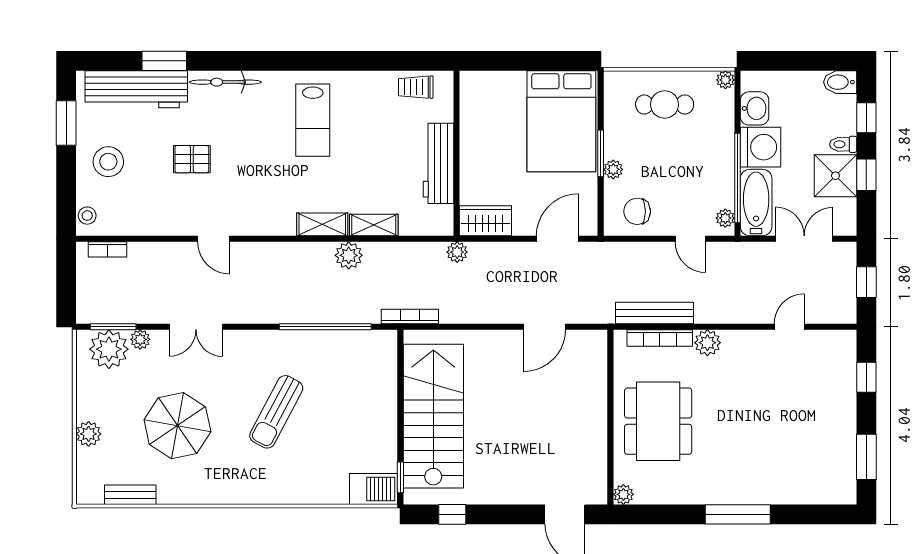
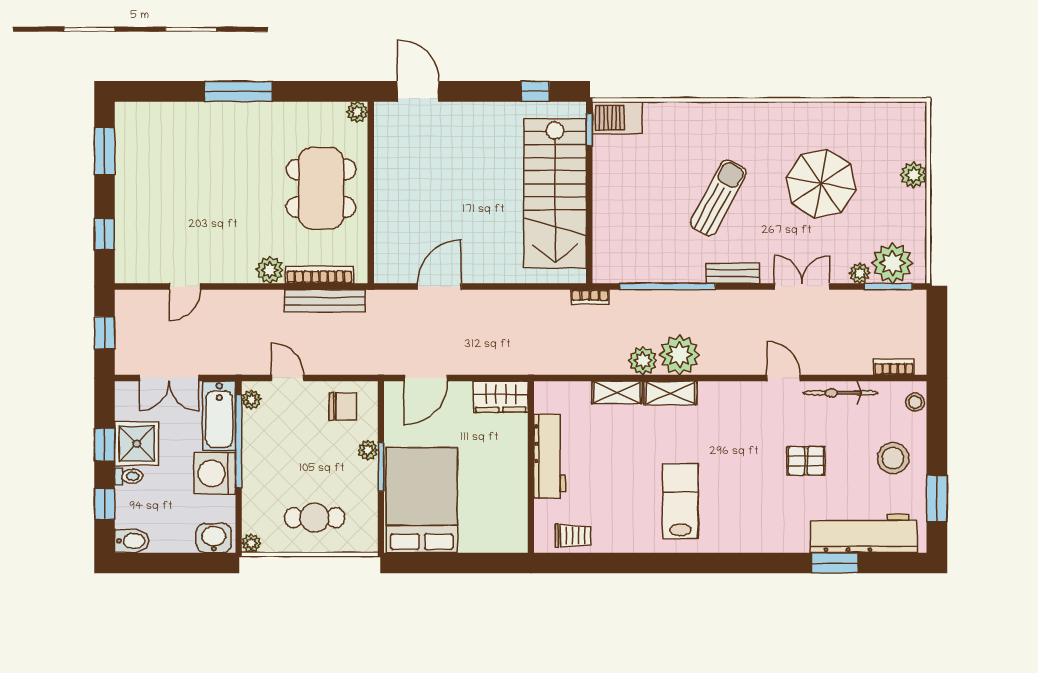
bicycle: (225, 82) -> (840, 393), moved, turned 180
washbasin: (755, 108) -> (214, 538), moved, turned 90
plant: (457, 252) -> (680, 355), moved, width x1.87, depth x1.87
bookcase: (410, 316) -> (590, 297), width x0.64
bench: (130, 495) -> (733, 273), moved

